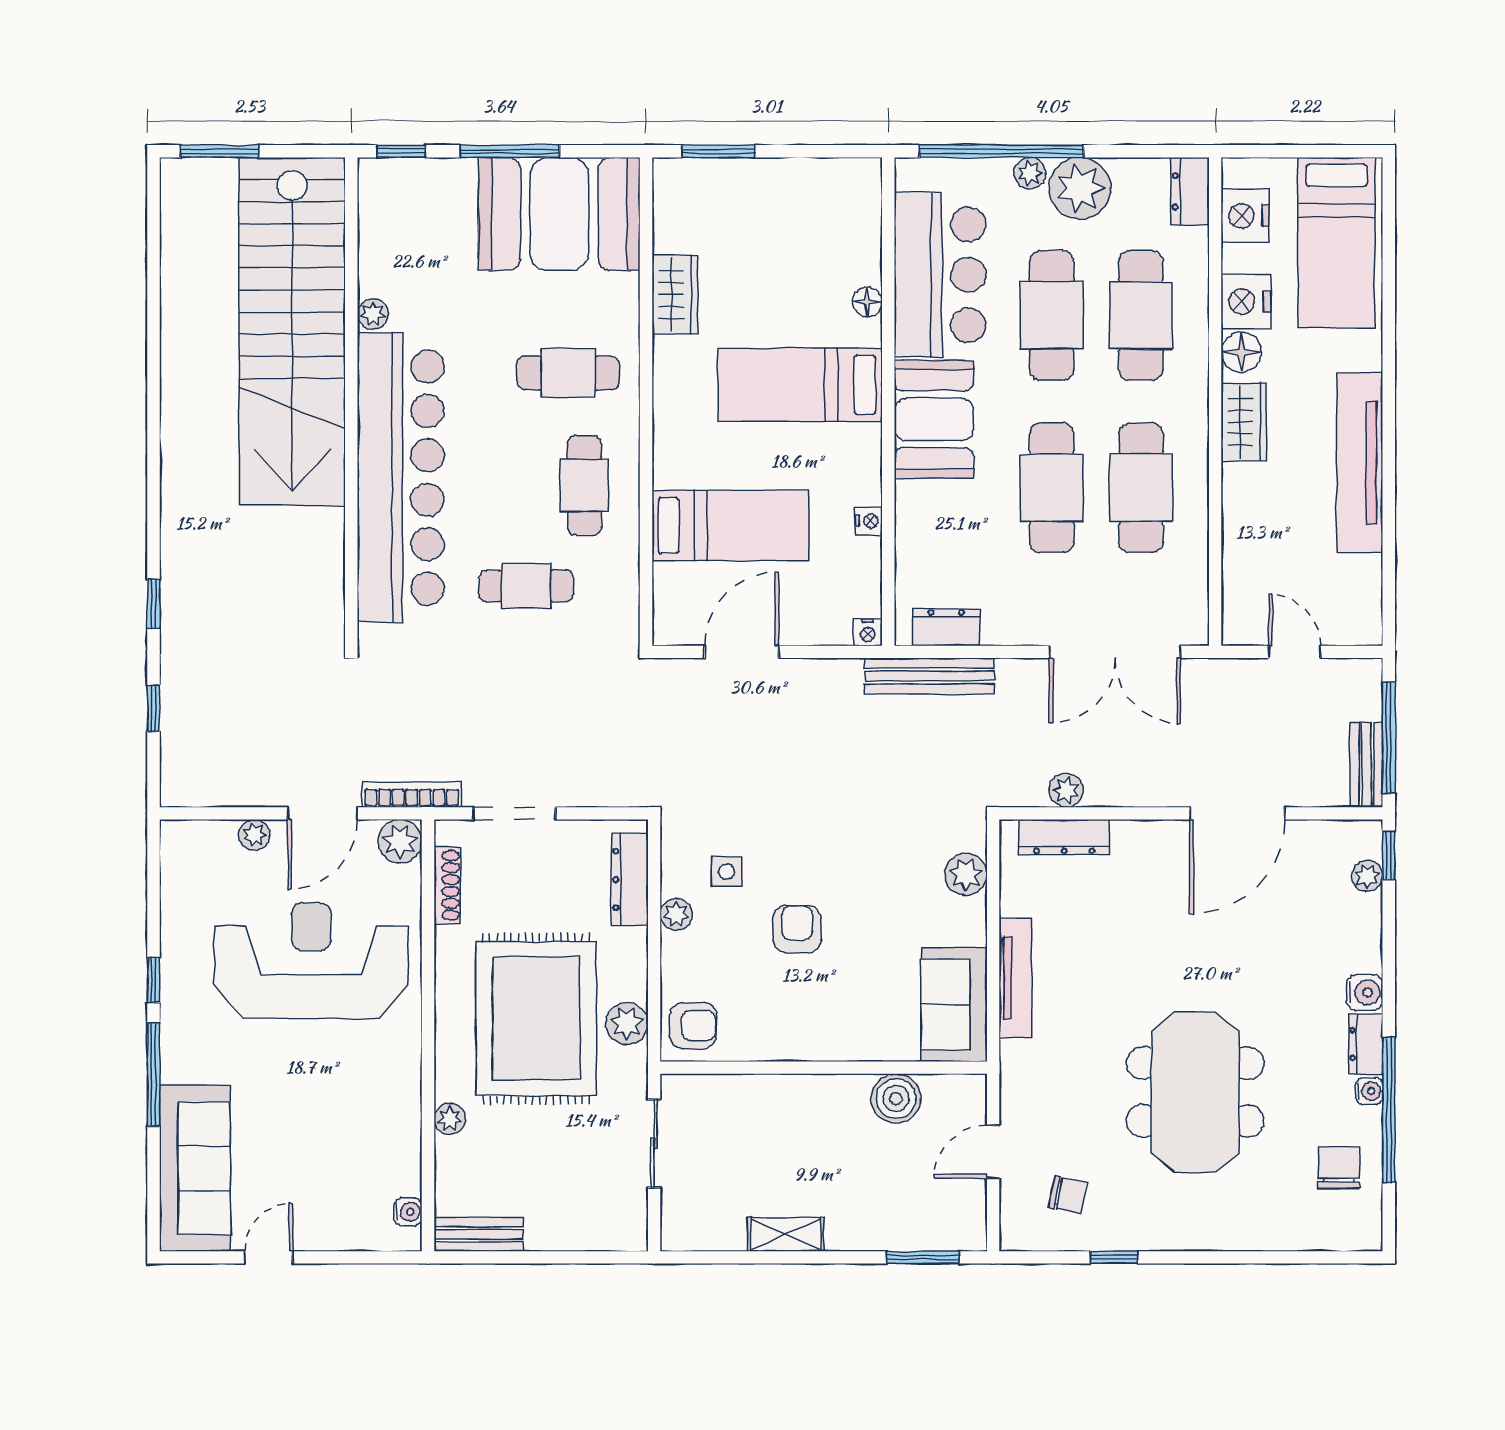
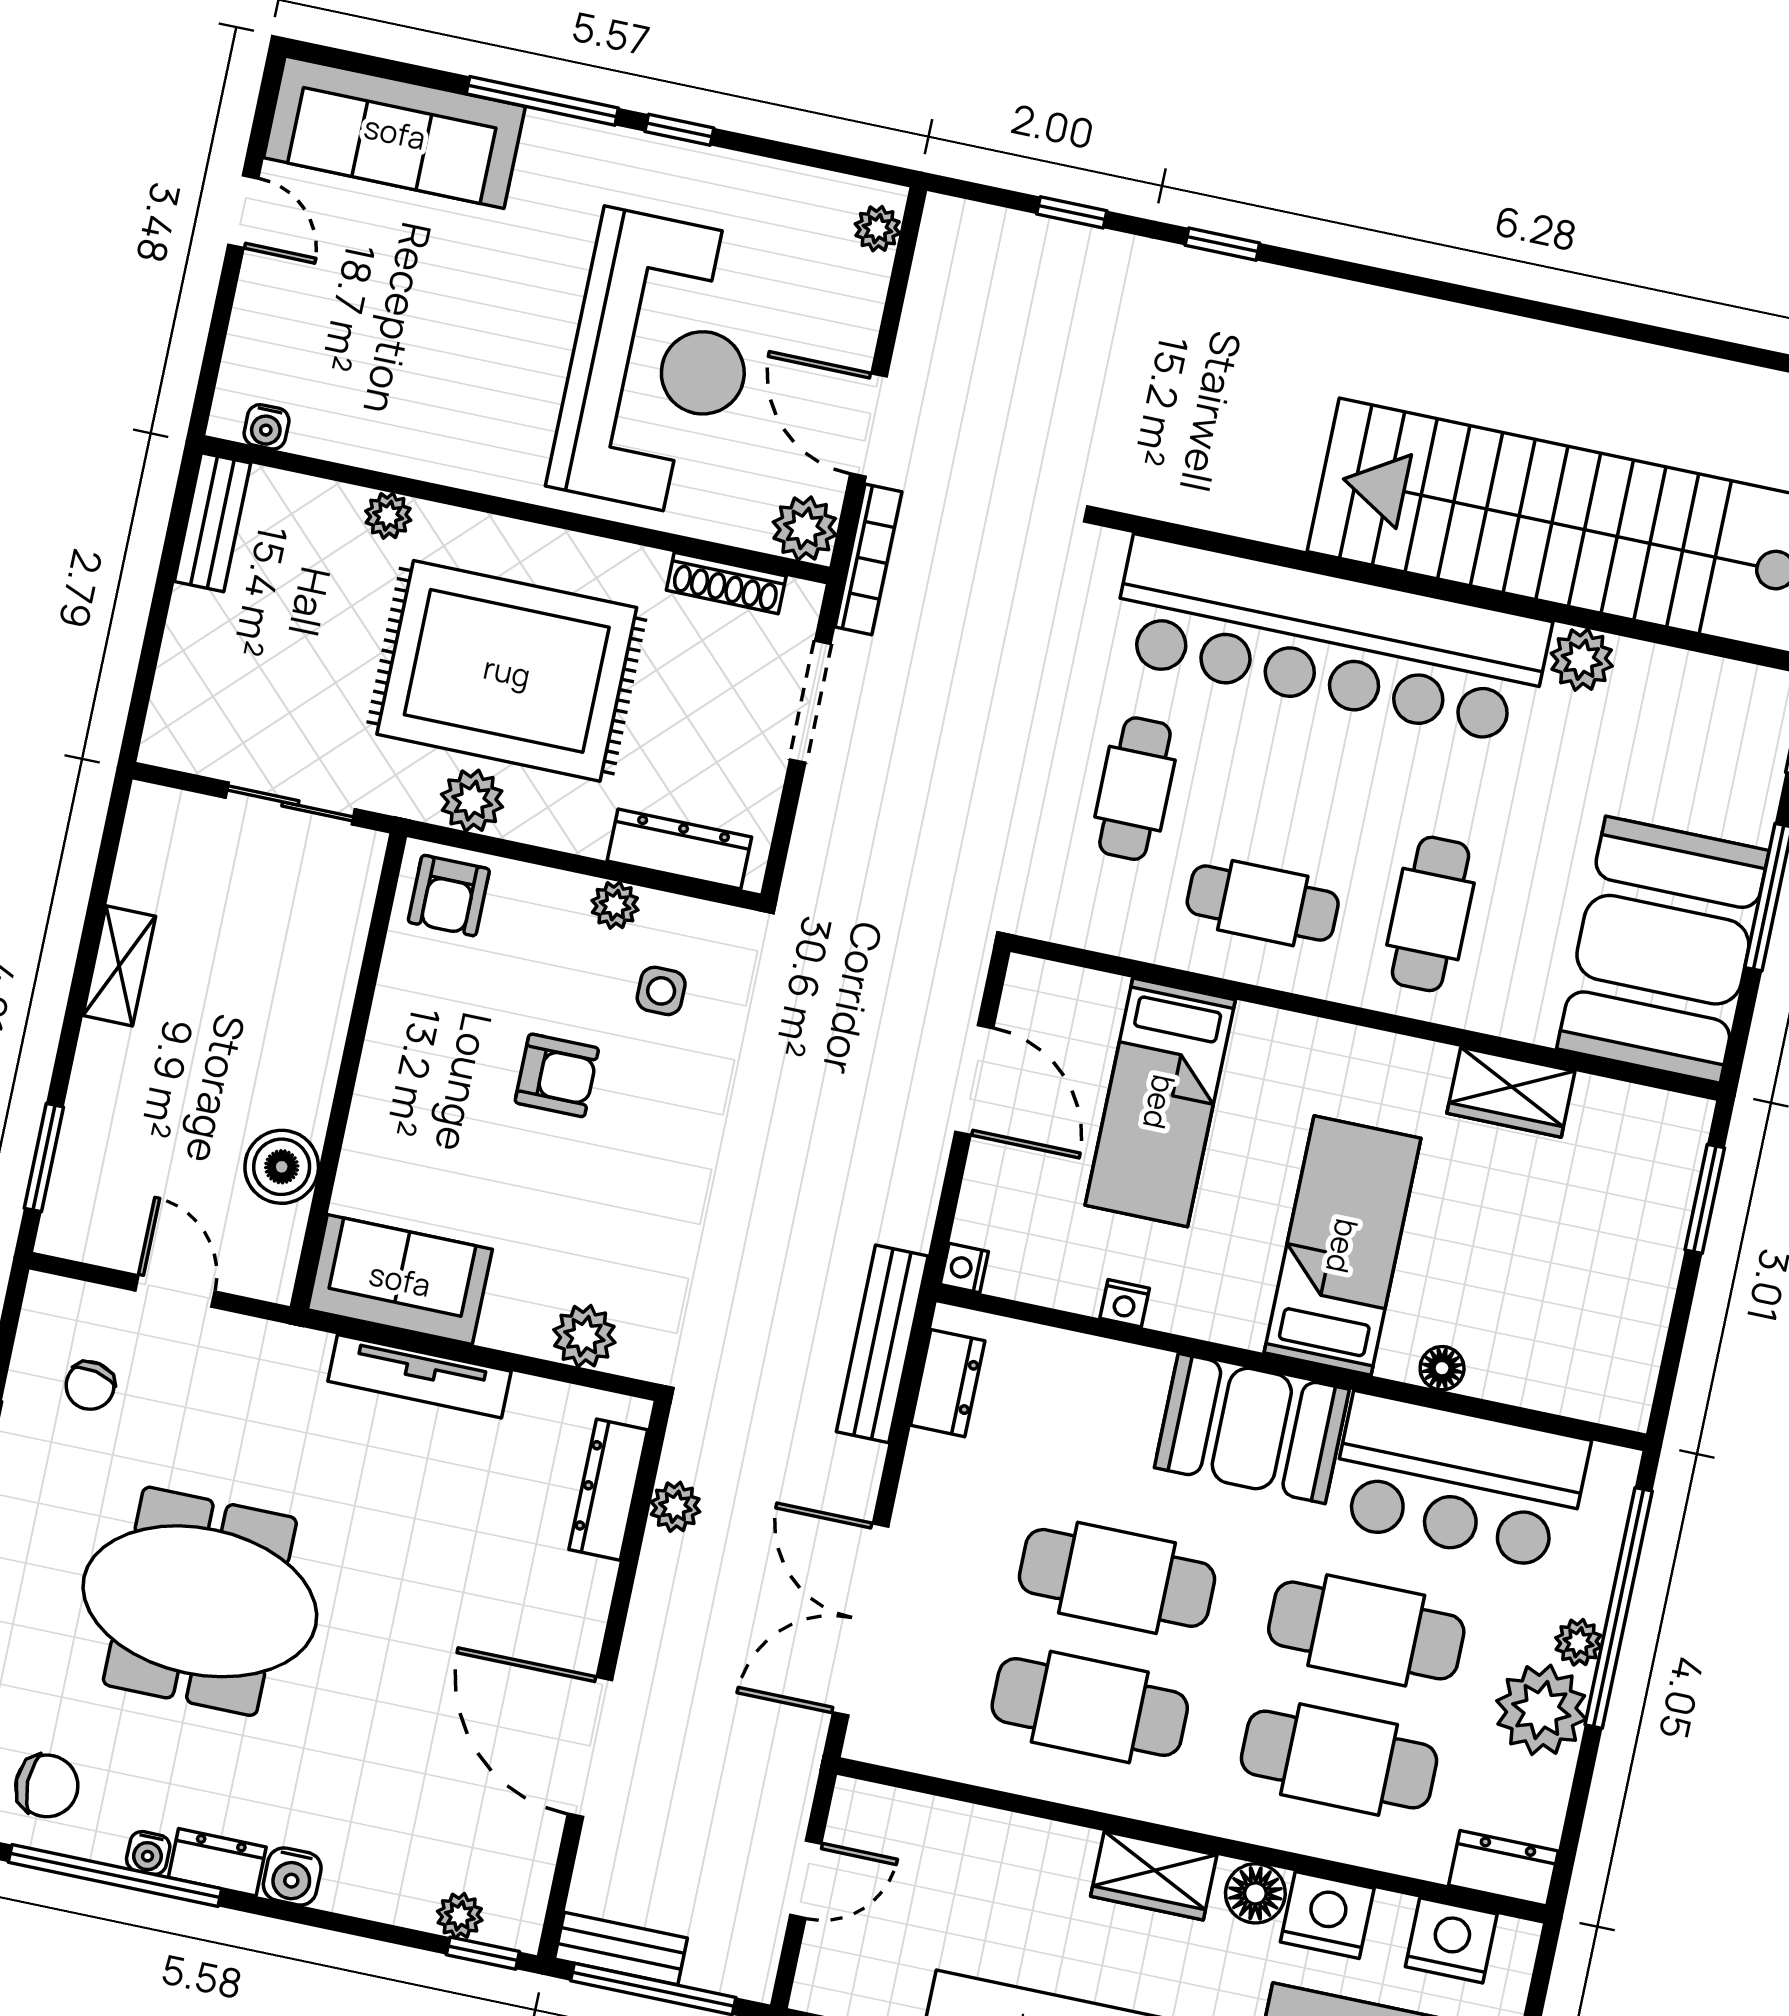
plant: (373, 314) -> (1582, 660), width x1.38, depth x1.38
plant: (254, 835) -> (877, 229), moved

